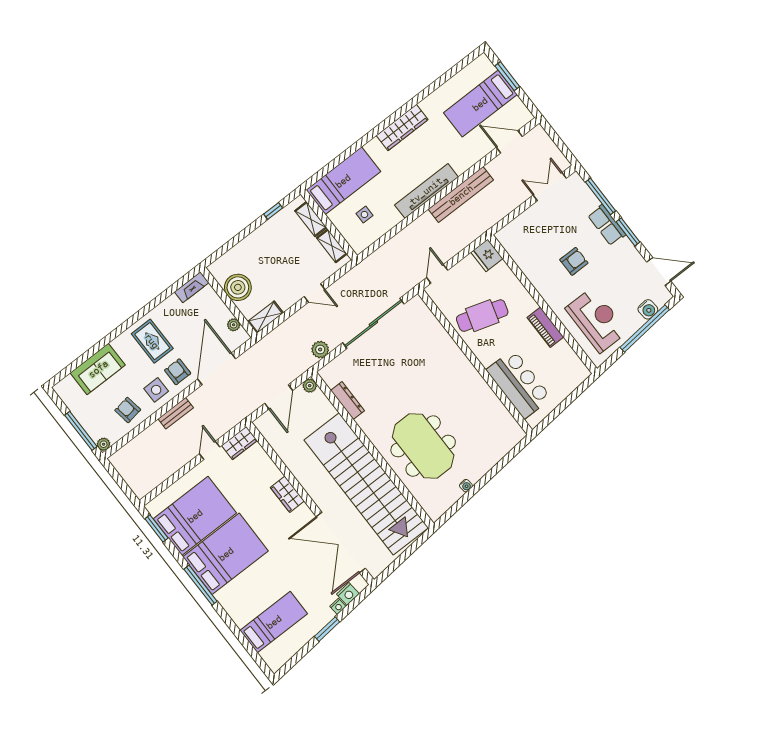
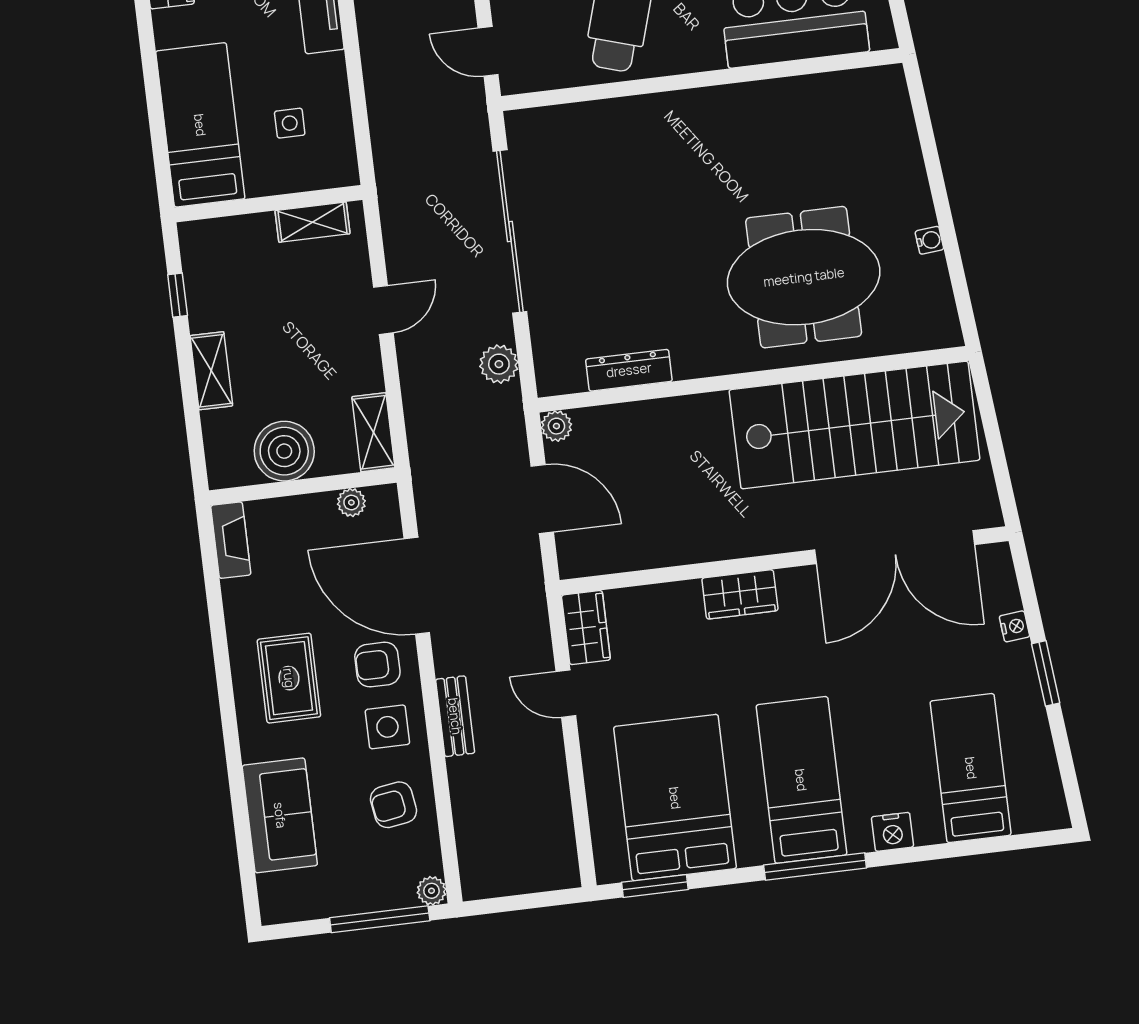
shelving: (311, 219) -> (211, 371), moved, turned 90
rug: (152, 341) -> (289, 678), turned 90
stairs: (366, 484) -> (854, 425), width x0.73
bed: (226, 554) -> (801, 780), width x0.67
nightstand: (348, 594) -> (893, 832), moved, turned 96

